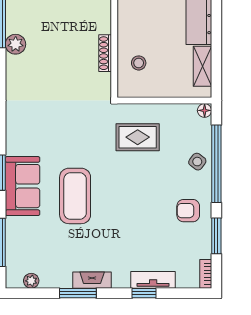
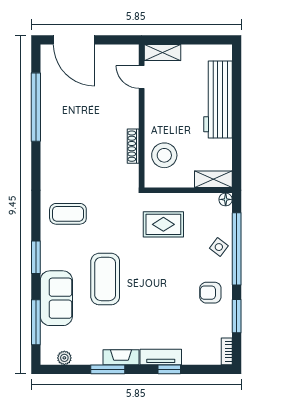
plant: (16, 44) -> (50, 138), removed
stool: (139, 63) -> (164, 155), width x1.89, depth x1.89
shelving: (202, 66) -> (213, 179), moved, turned 90
coffee table: (35, 126) -> (68, 214), added
sofa: (23, 186) -> (56, 298), moved
tv unit: (153, 280) -> (161, 357), moved

